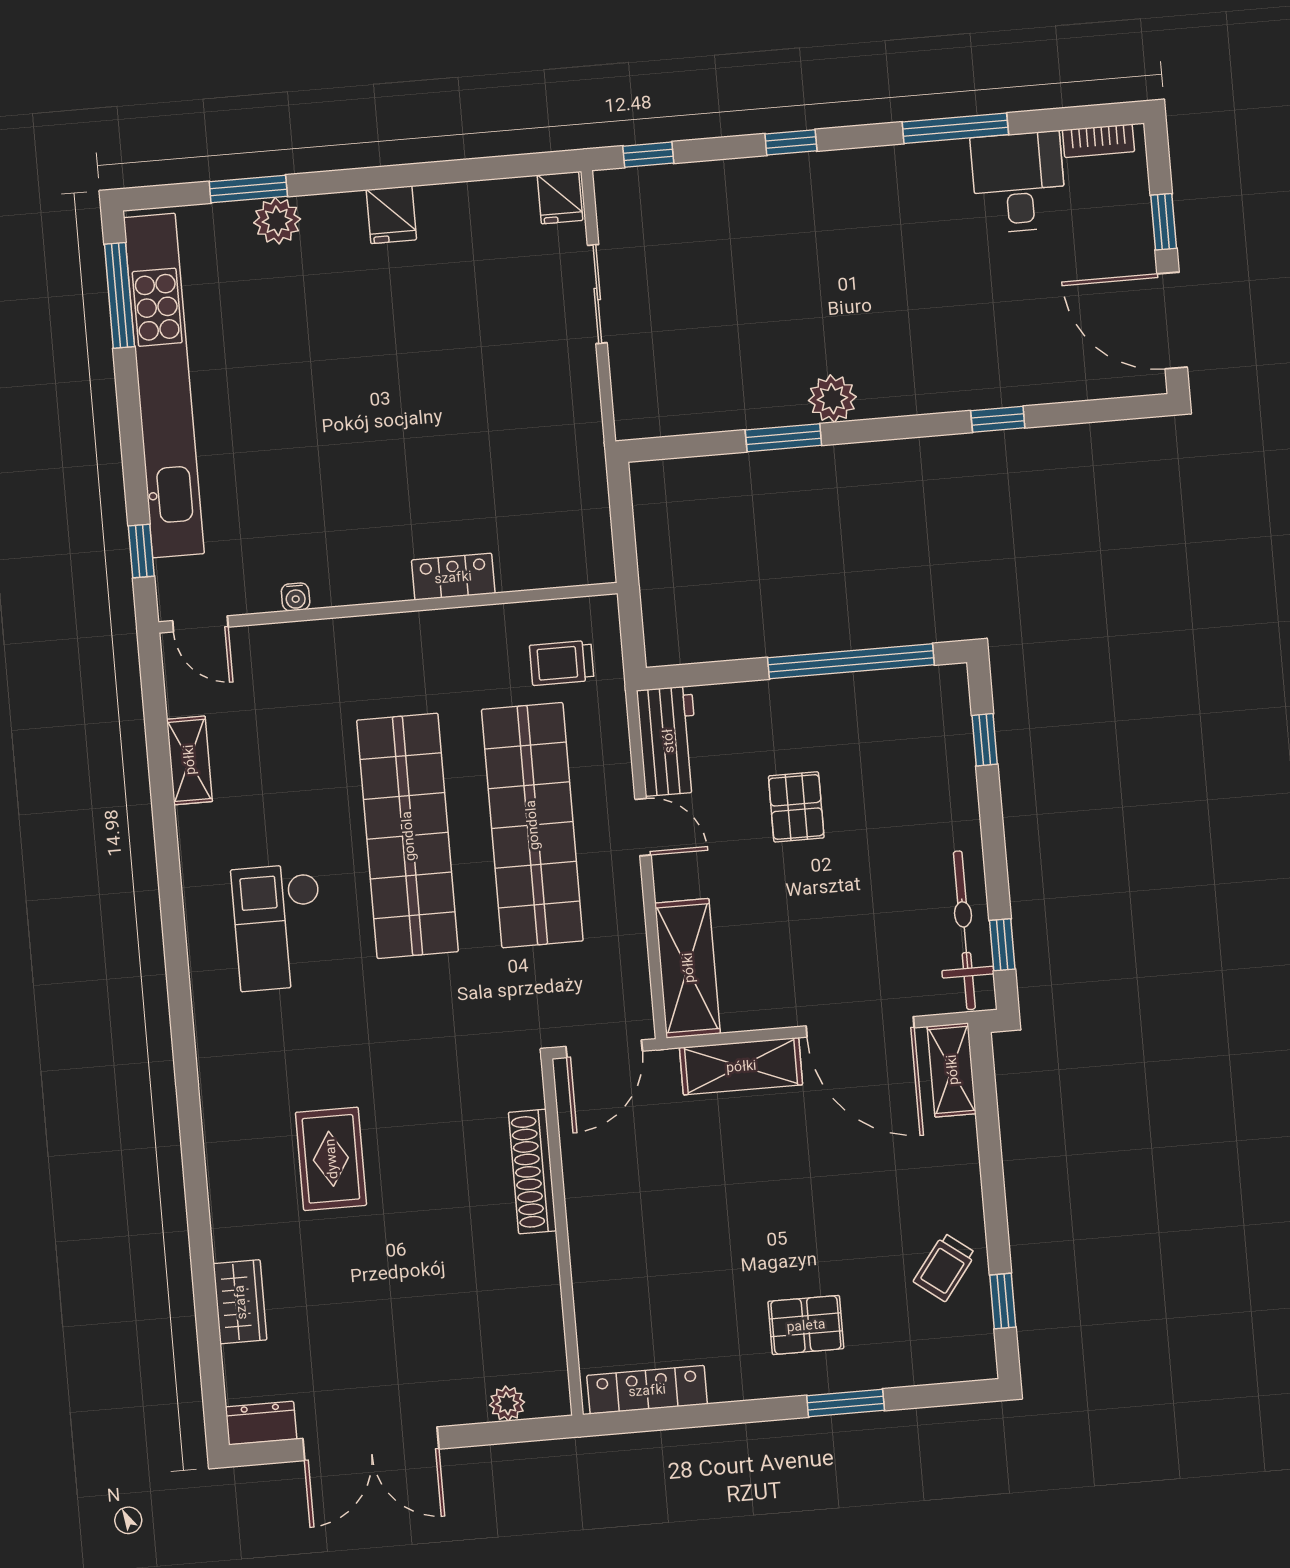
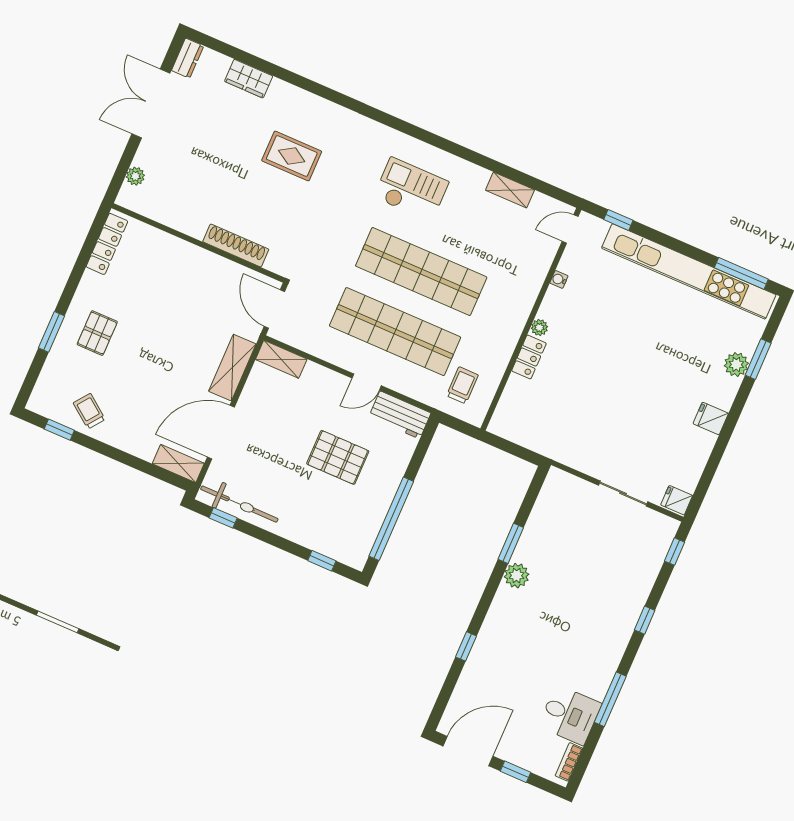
plant: (394, 586) -> (539, 328), added
pallet: (796, 807) -> (338, 457), width x1.50, depth x1.42
shelving: (688, 968) -> (281, 359), width x0.67, depth x0.75

